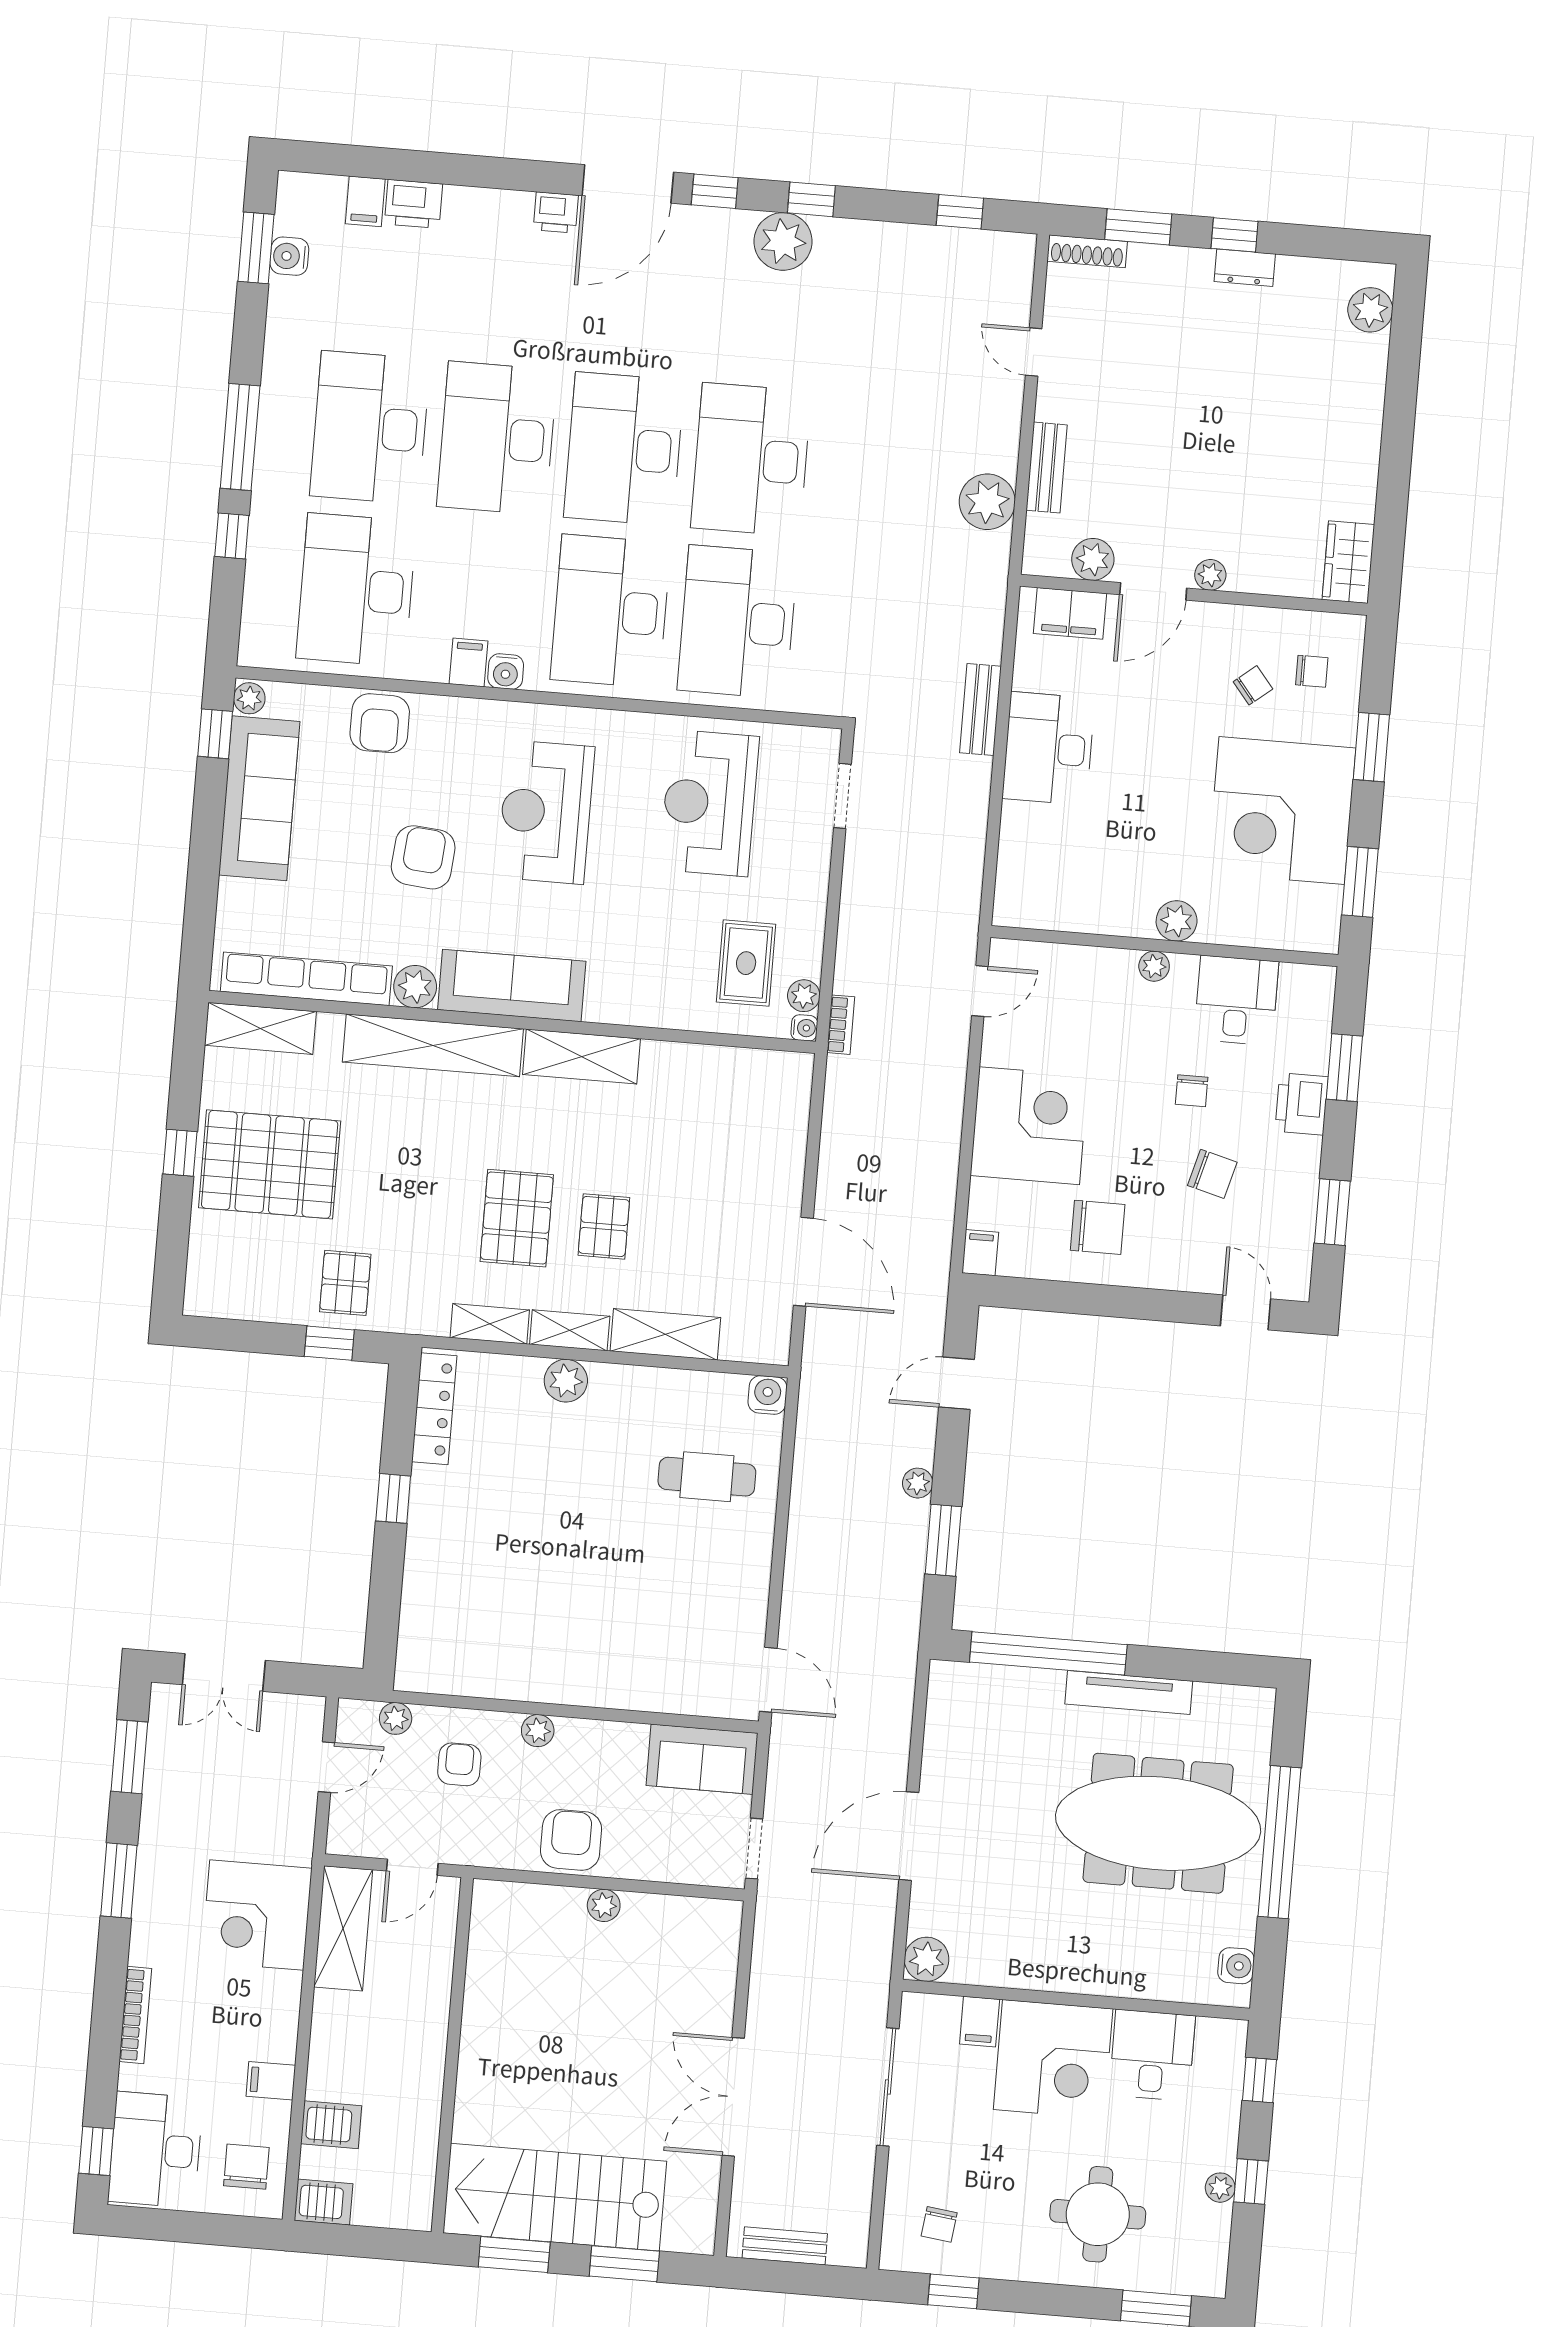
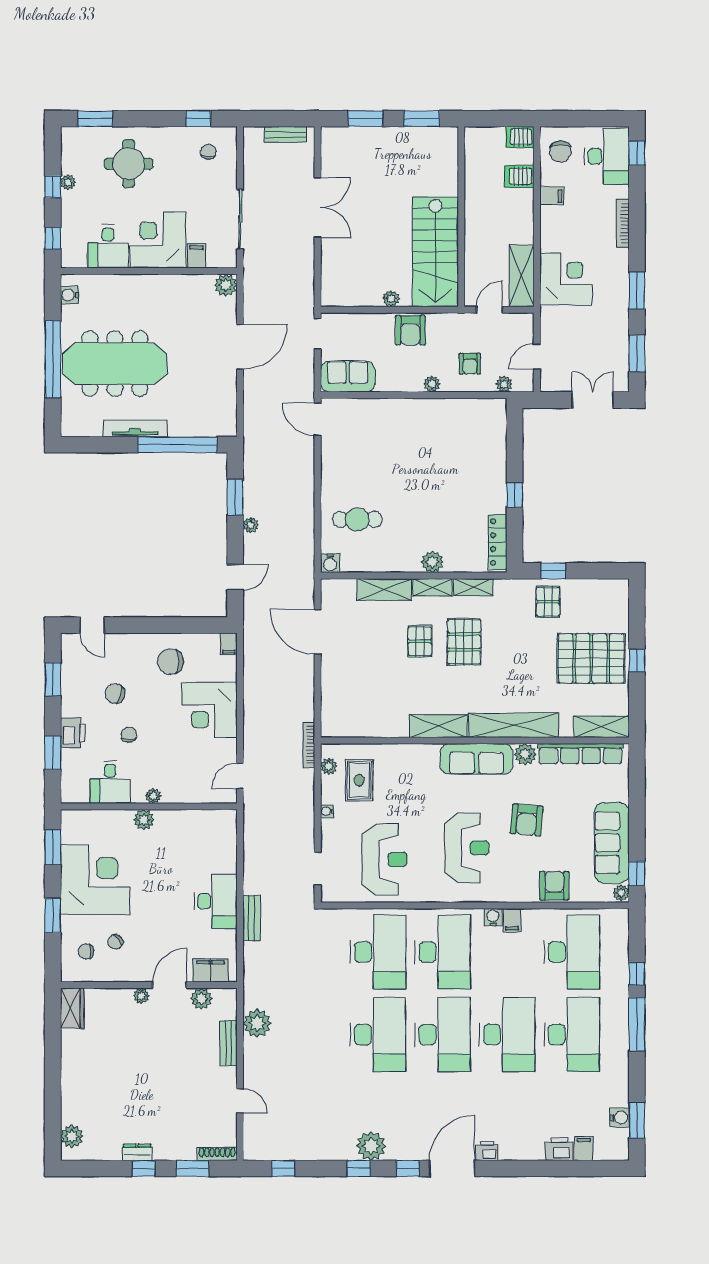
bookcase: (841, 1025) -> (309, 745), width x1.56
water cooler: (804, 1028) -> (327, 811), moved
stairs: (555, 2197) -> (435, 252), moved, turned 90

